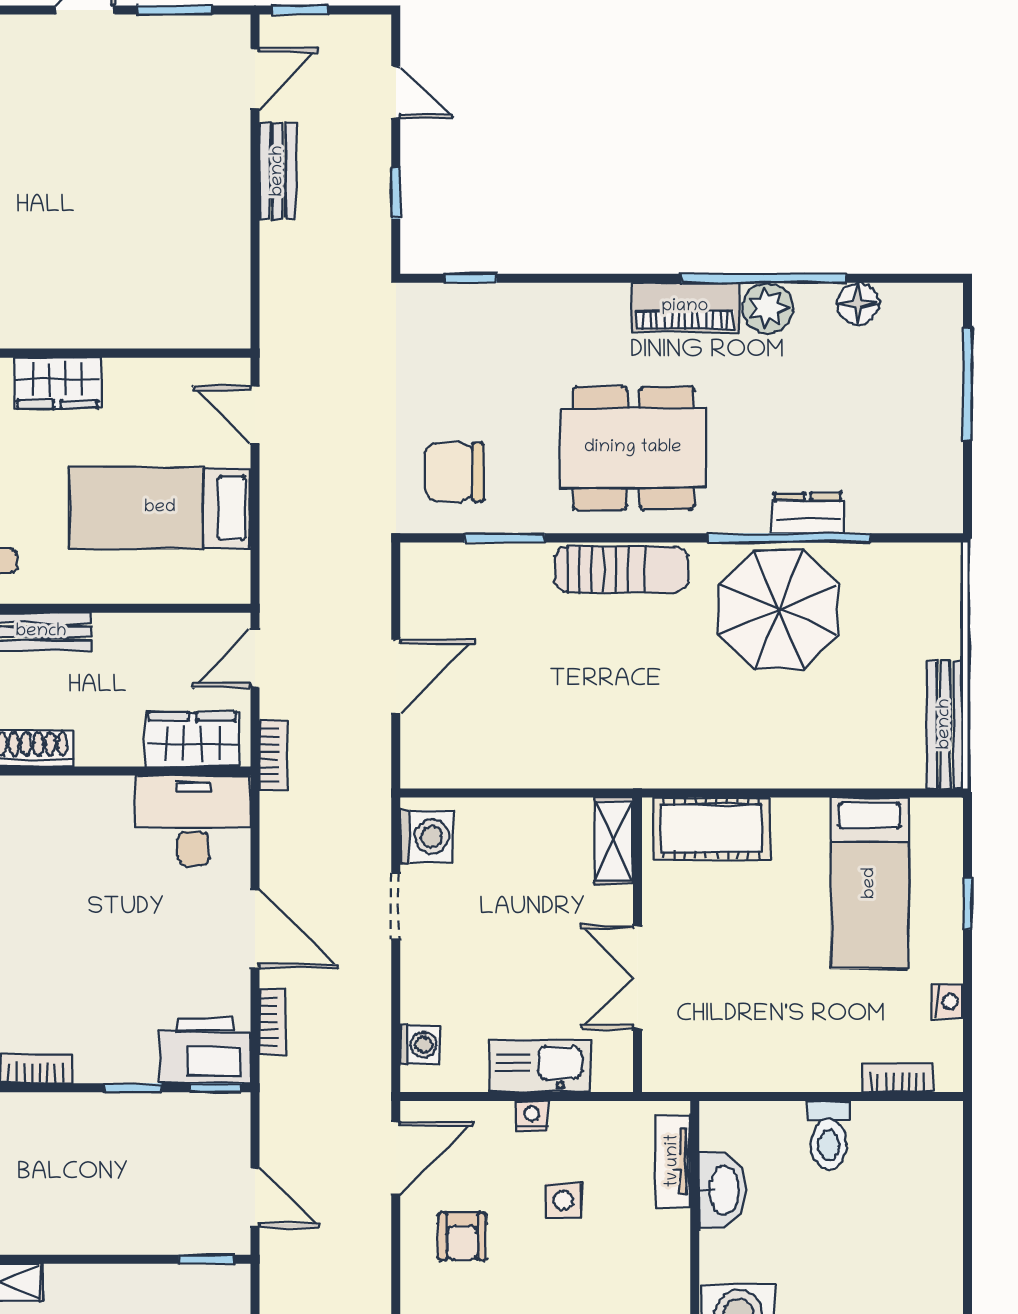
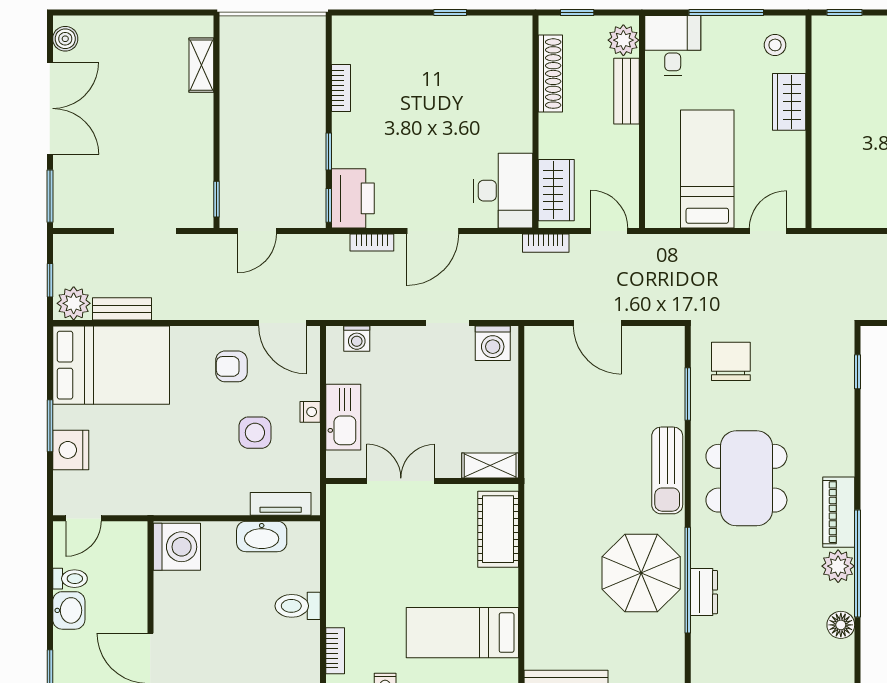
side table: (564, 1200) -> (255, 433), width x1.37, depth x1.37

